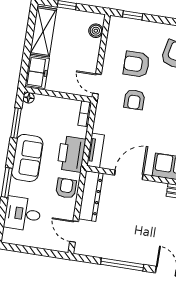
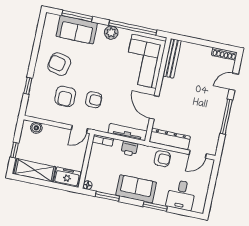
window: (133, 15) -> (28, 86), moved
tv unit: (96, 150) -> (128, 132), width x1.41
printer: (71, 154) -> (129, 148), width x0.53, depth x0.68
armchair: (66, 188) -> (162, 159), turned 180

